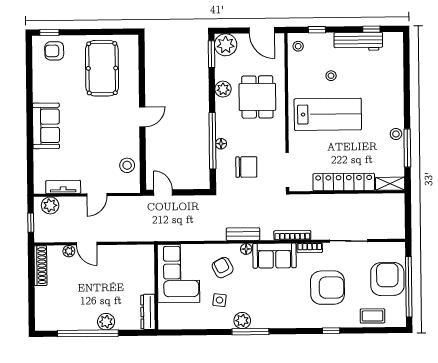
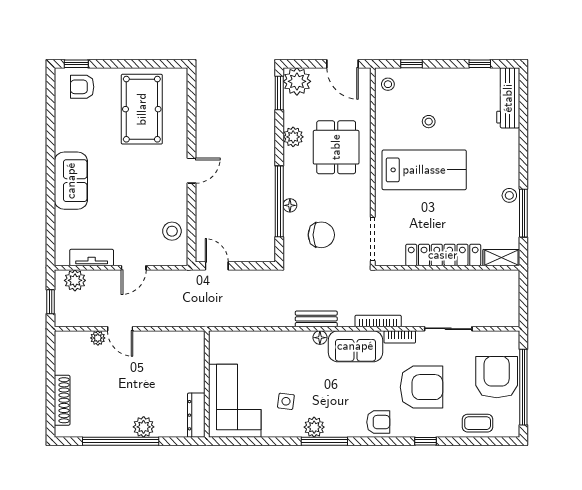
workbench: (358, 41) -> (508, 98), moved, turned 90
shoe rack: (40, 266) -> (62, 400), moved
armchair: (223, 268) -> (378, 422), moved, turned 118
corner sofa: (178, 273) -> (235, 401), moved

